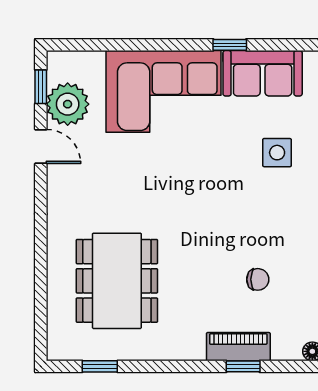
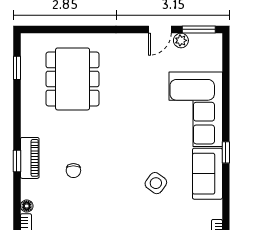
window: (41, 87) -> (199, 29), width x1.50
plant: (68, 104) -> (181, 40), width x0.53, depth x0.53
side table: (277, 153) -> (156, 183), turned 37
dining table: (117, 281) -> (73, 79), turned 90

